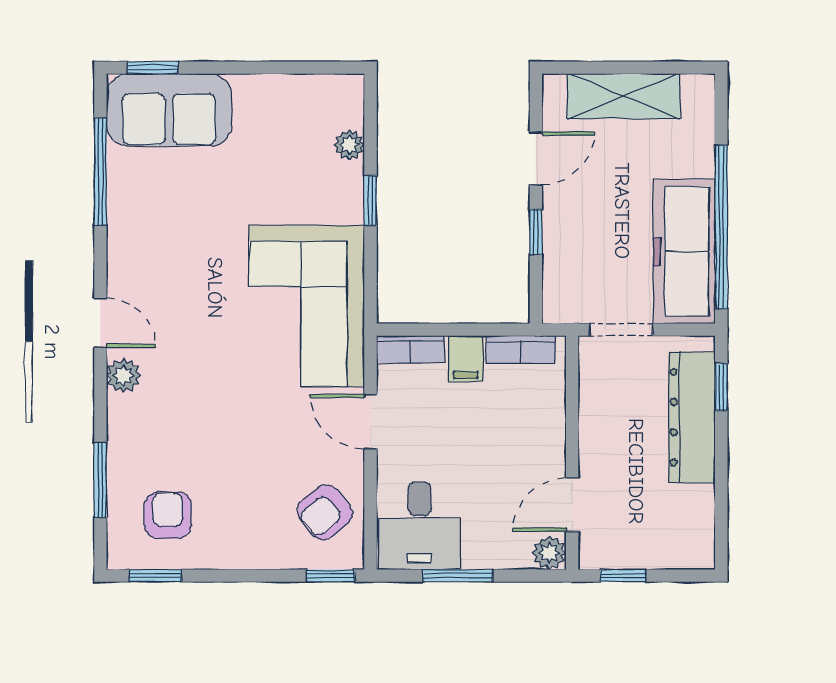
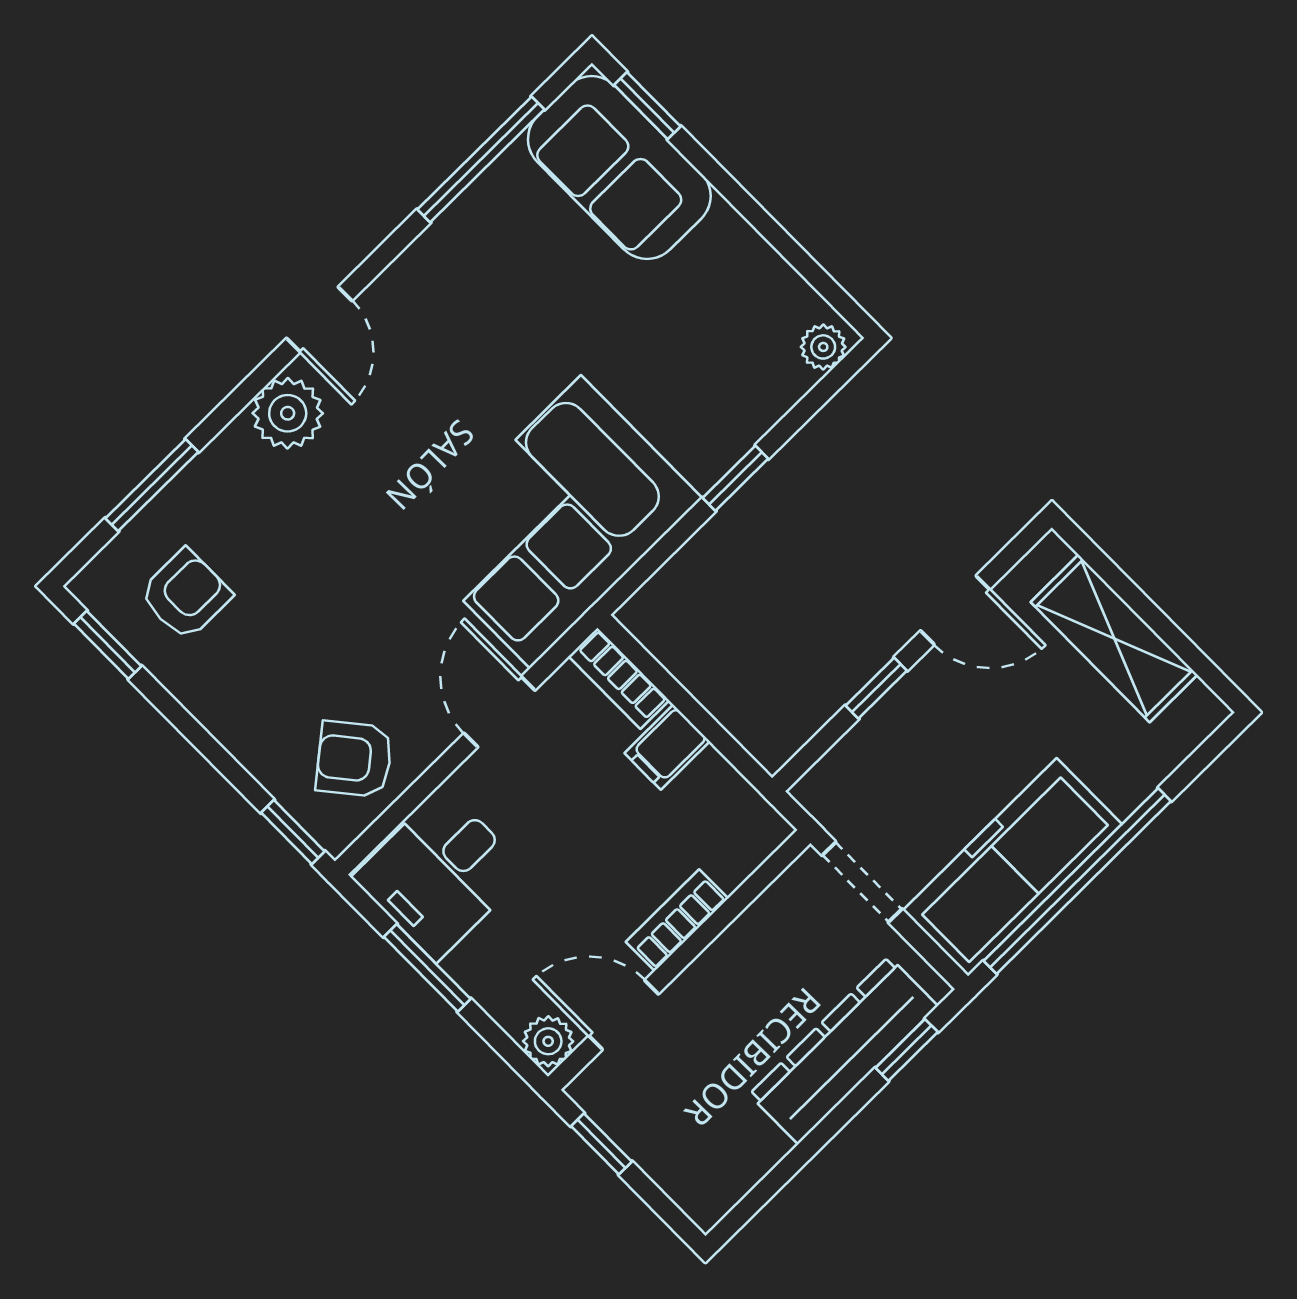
plant: (349, 145) -> (823, 347), moved
bookcase: (521, 349) -> (677, 920), moved, turned 90
plant: (123, 375) -> (288, 413), width x1.38, depth x1.38

